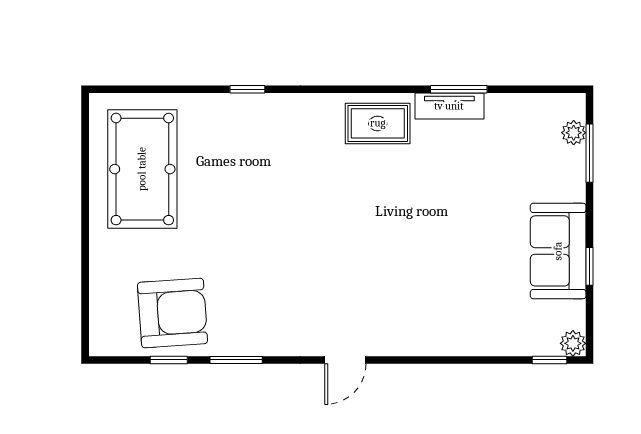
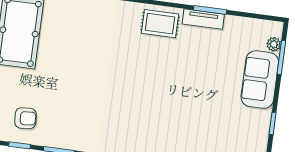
sofa: (558, 251) -> (260, 80), moved
armchair: (173, 313) -> (25, 118), width x0.53, depth x0.53

